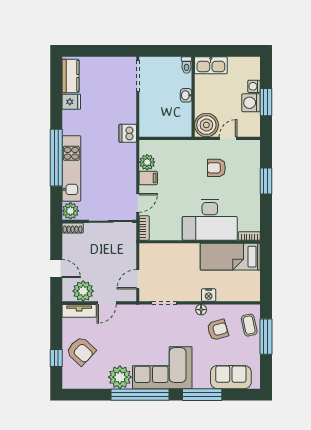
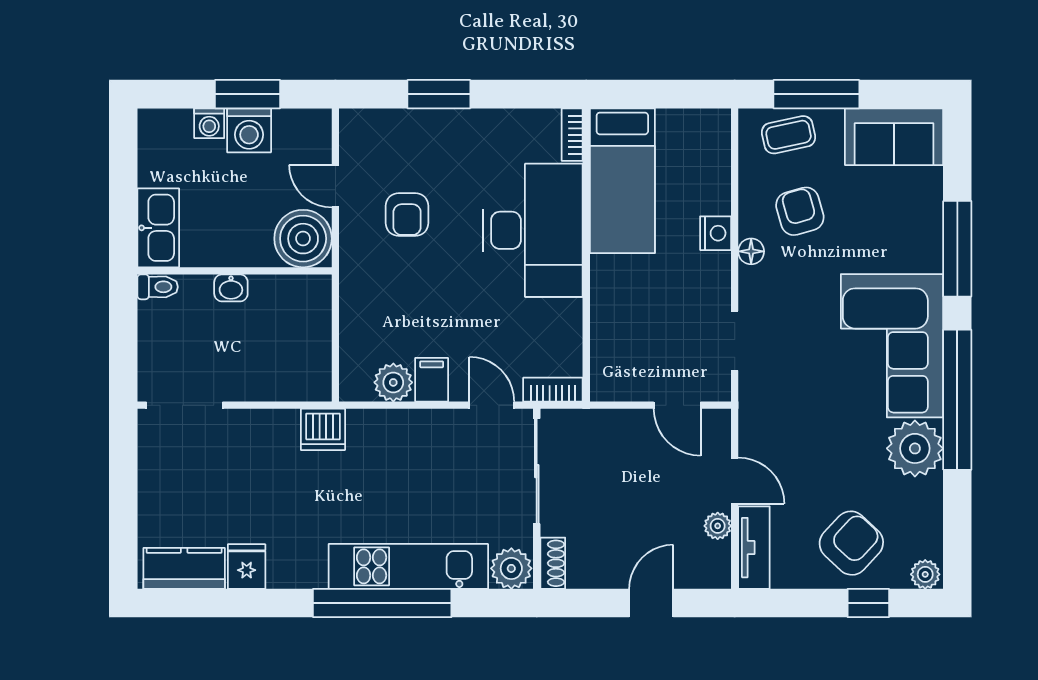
plant: (83, 291) -> (718, 526), width x0.53, depth x0.53
sofa: (231, 377) -> (894, 137), moved, turned -90
plant: (68, 381) -> (925, 574), added

